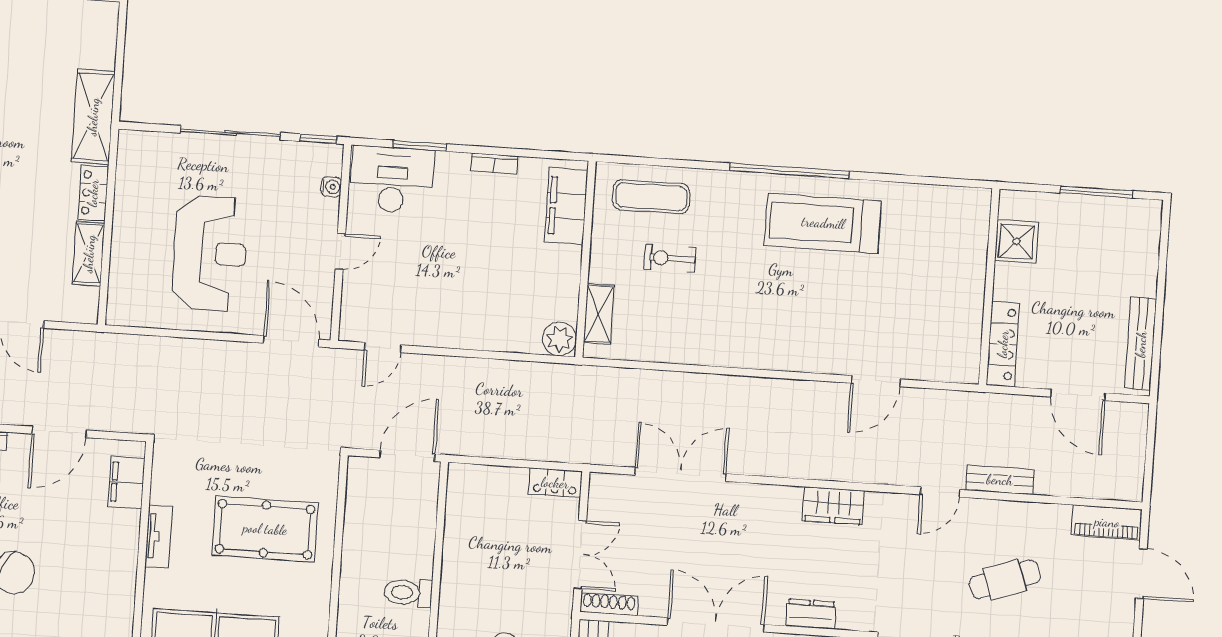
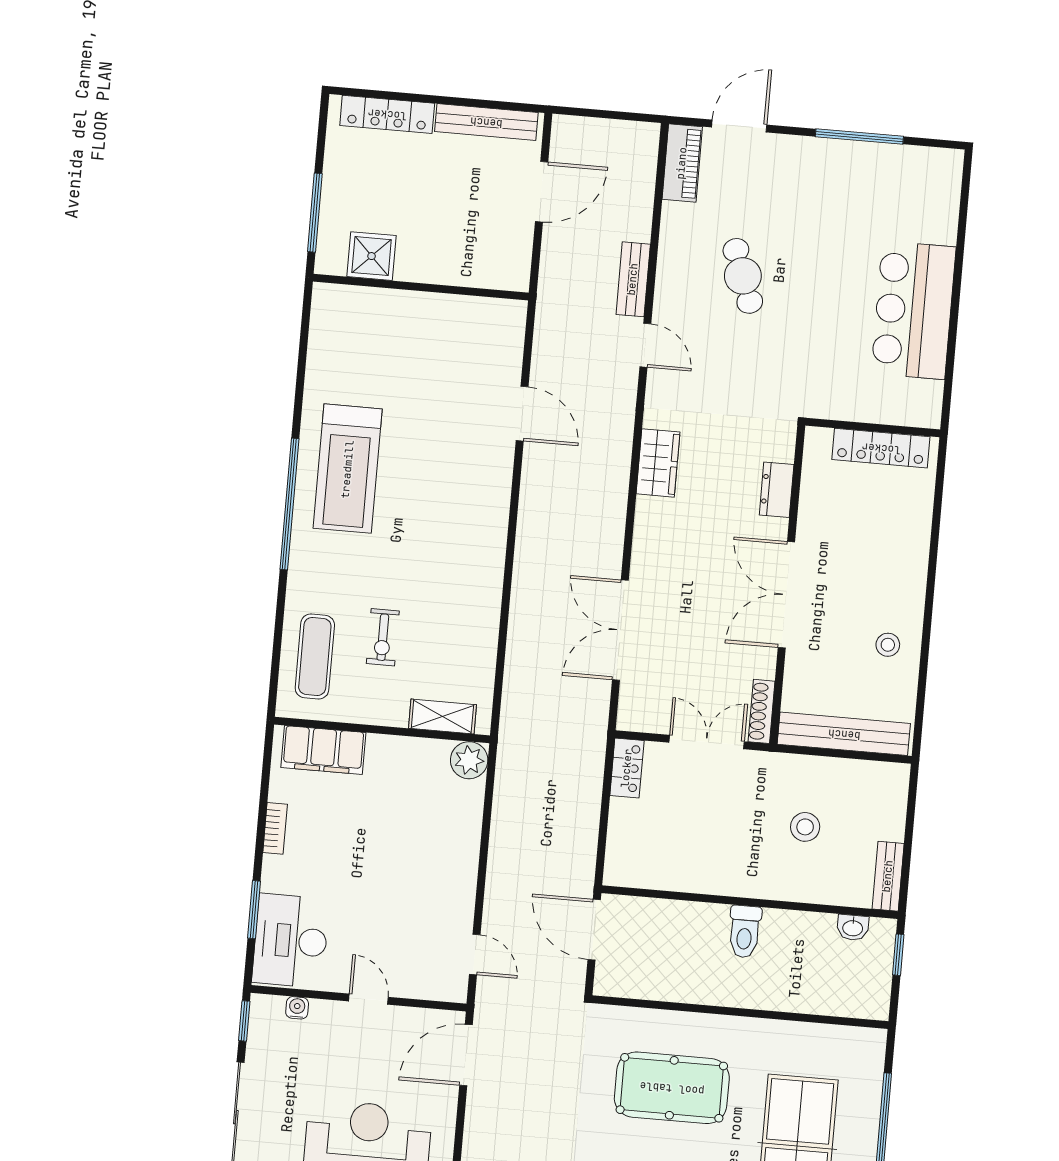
window: (1096, 192) -> (315, 213), moved
locker: (1003, 344) -> (387, 114), moved, turned 180
pool table: (265, 529) -> (672, 1088), turned 90

